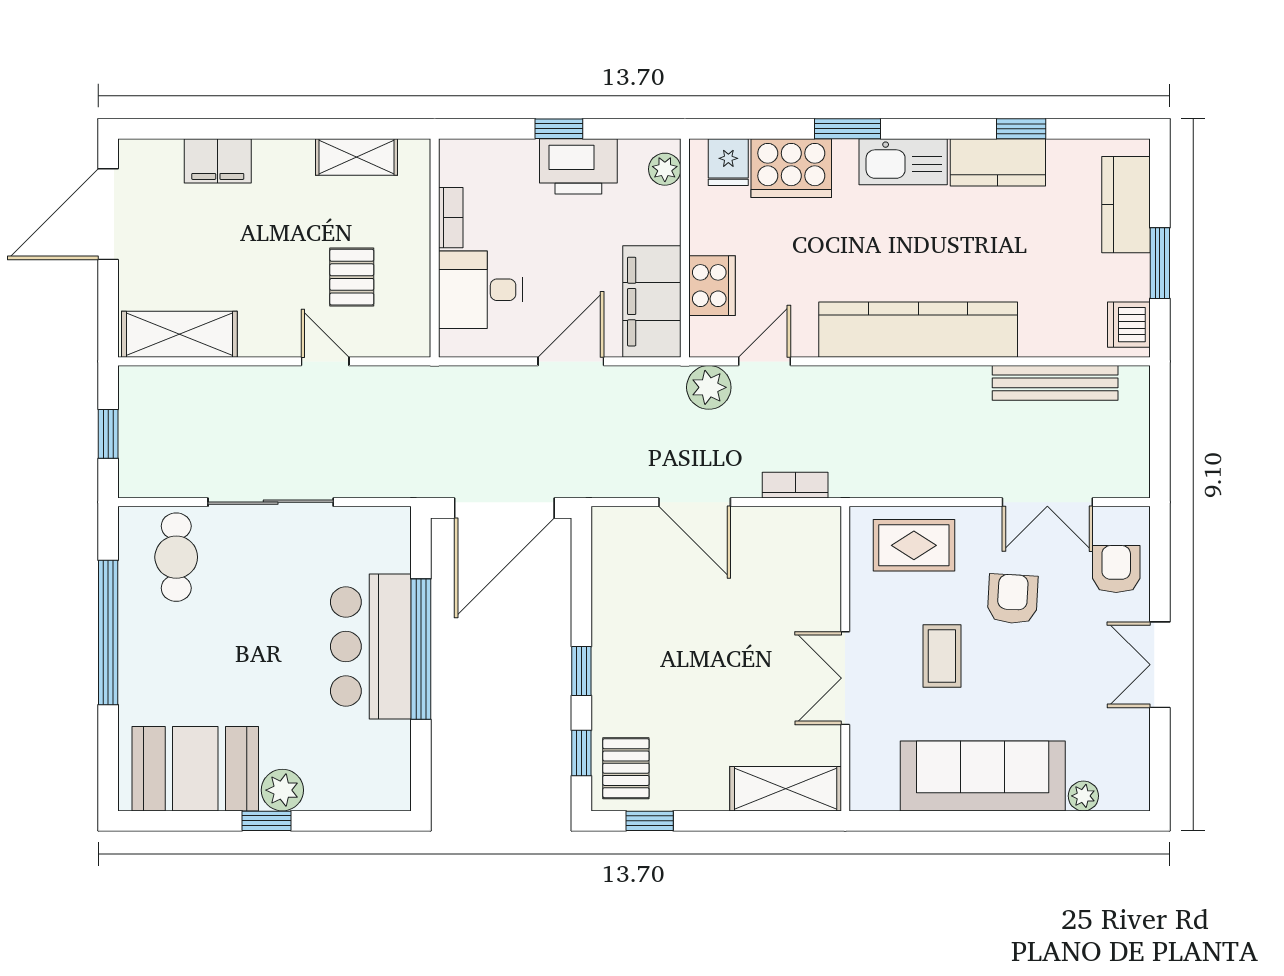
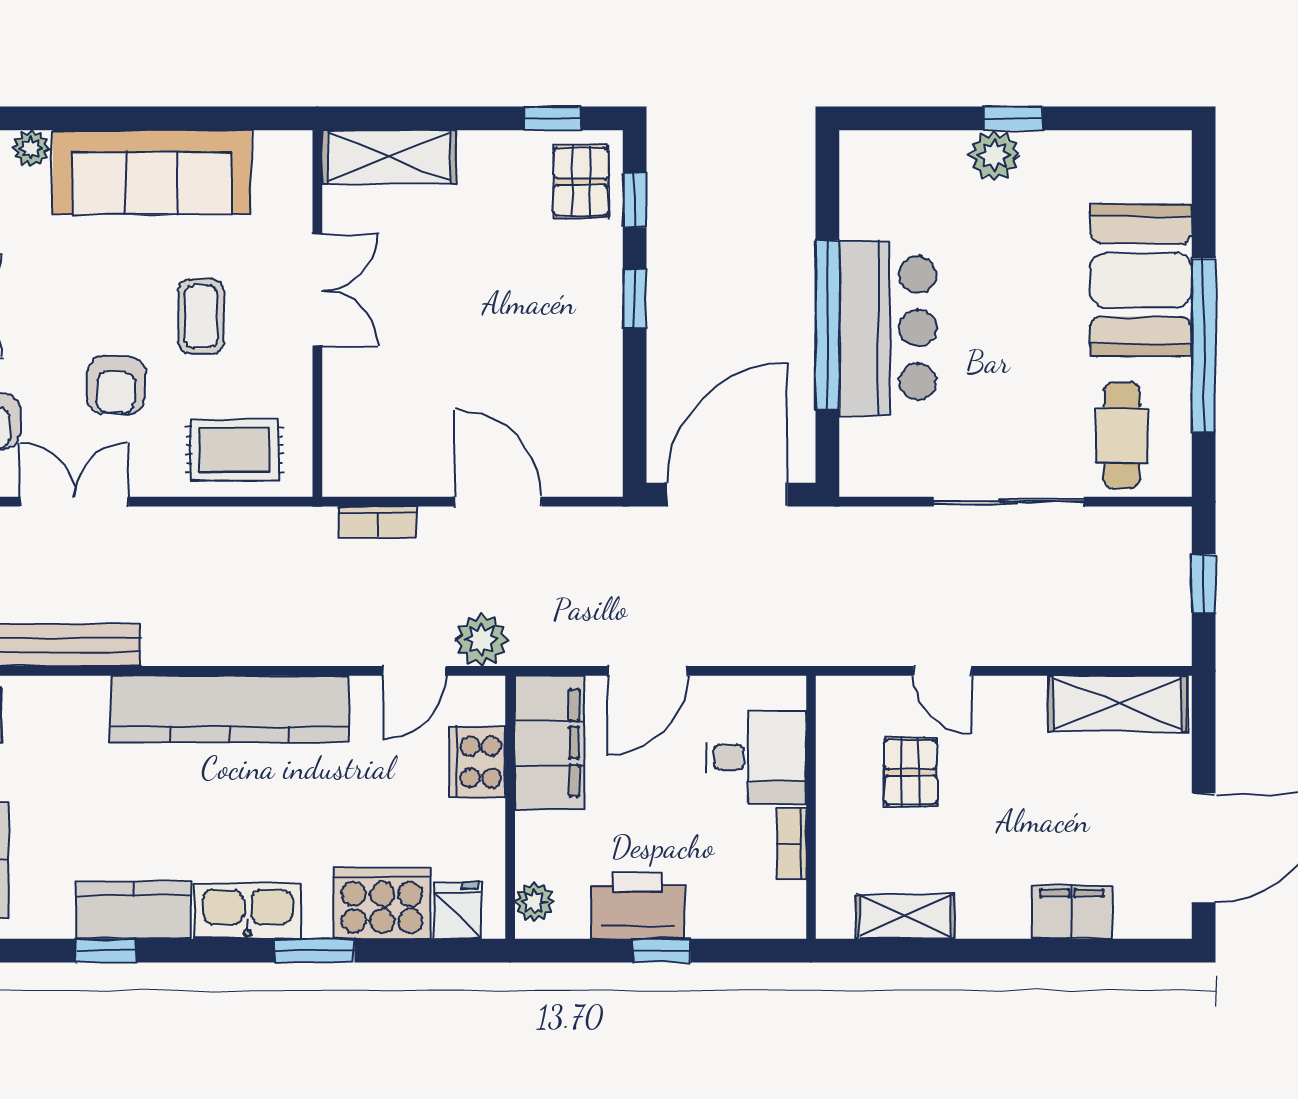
booth: (195, 769) -> (1141, 280), moved, turned 90

